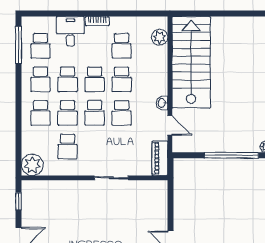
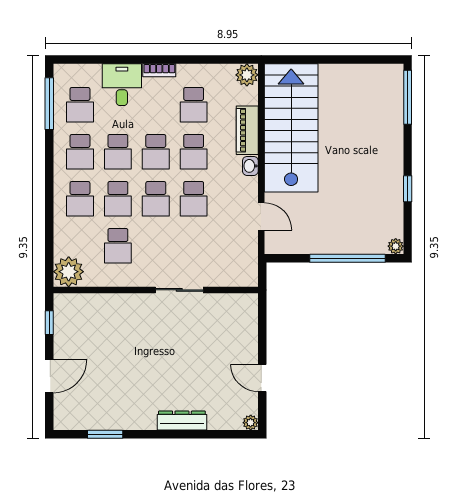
plant: (160, 37) -> (247, 75), moved
washbasin: (162, 103) -> (250, 166), moved
piano: (160, 158) -> (247, 130), moved

